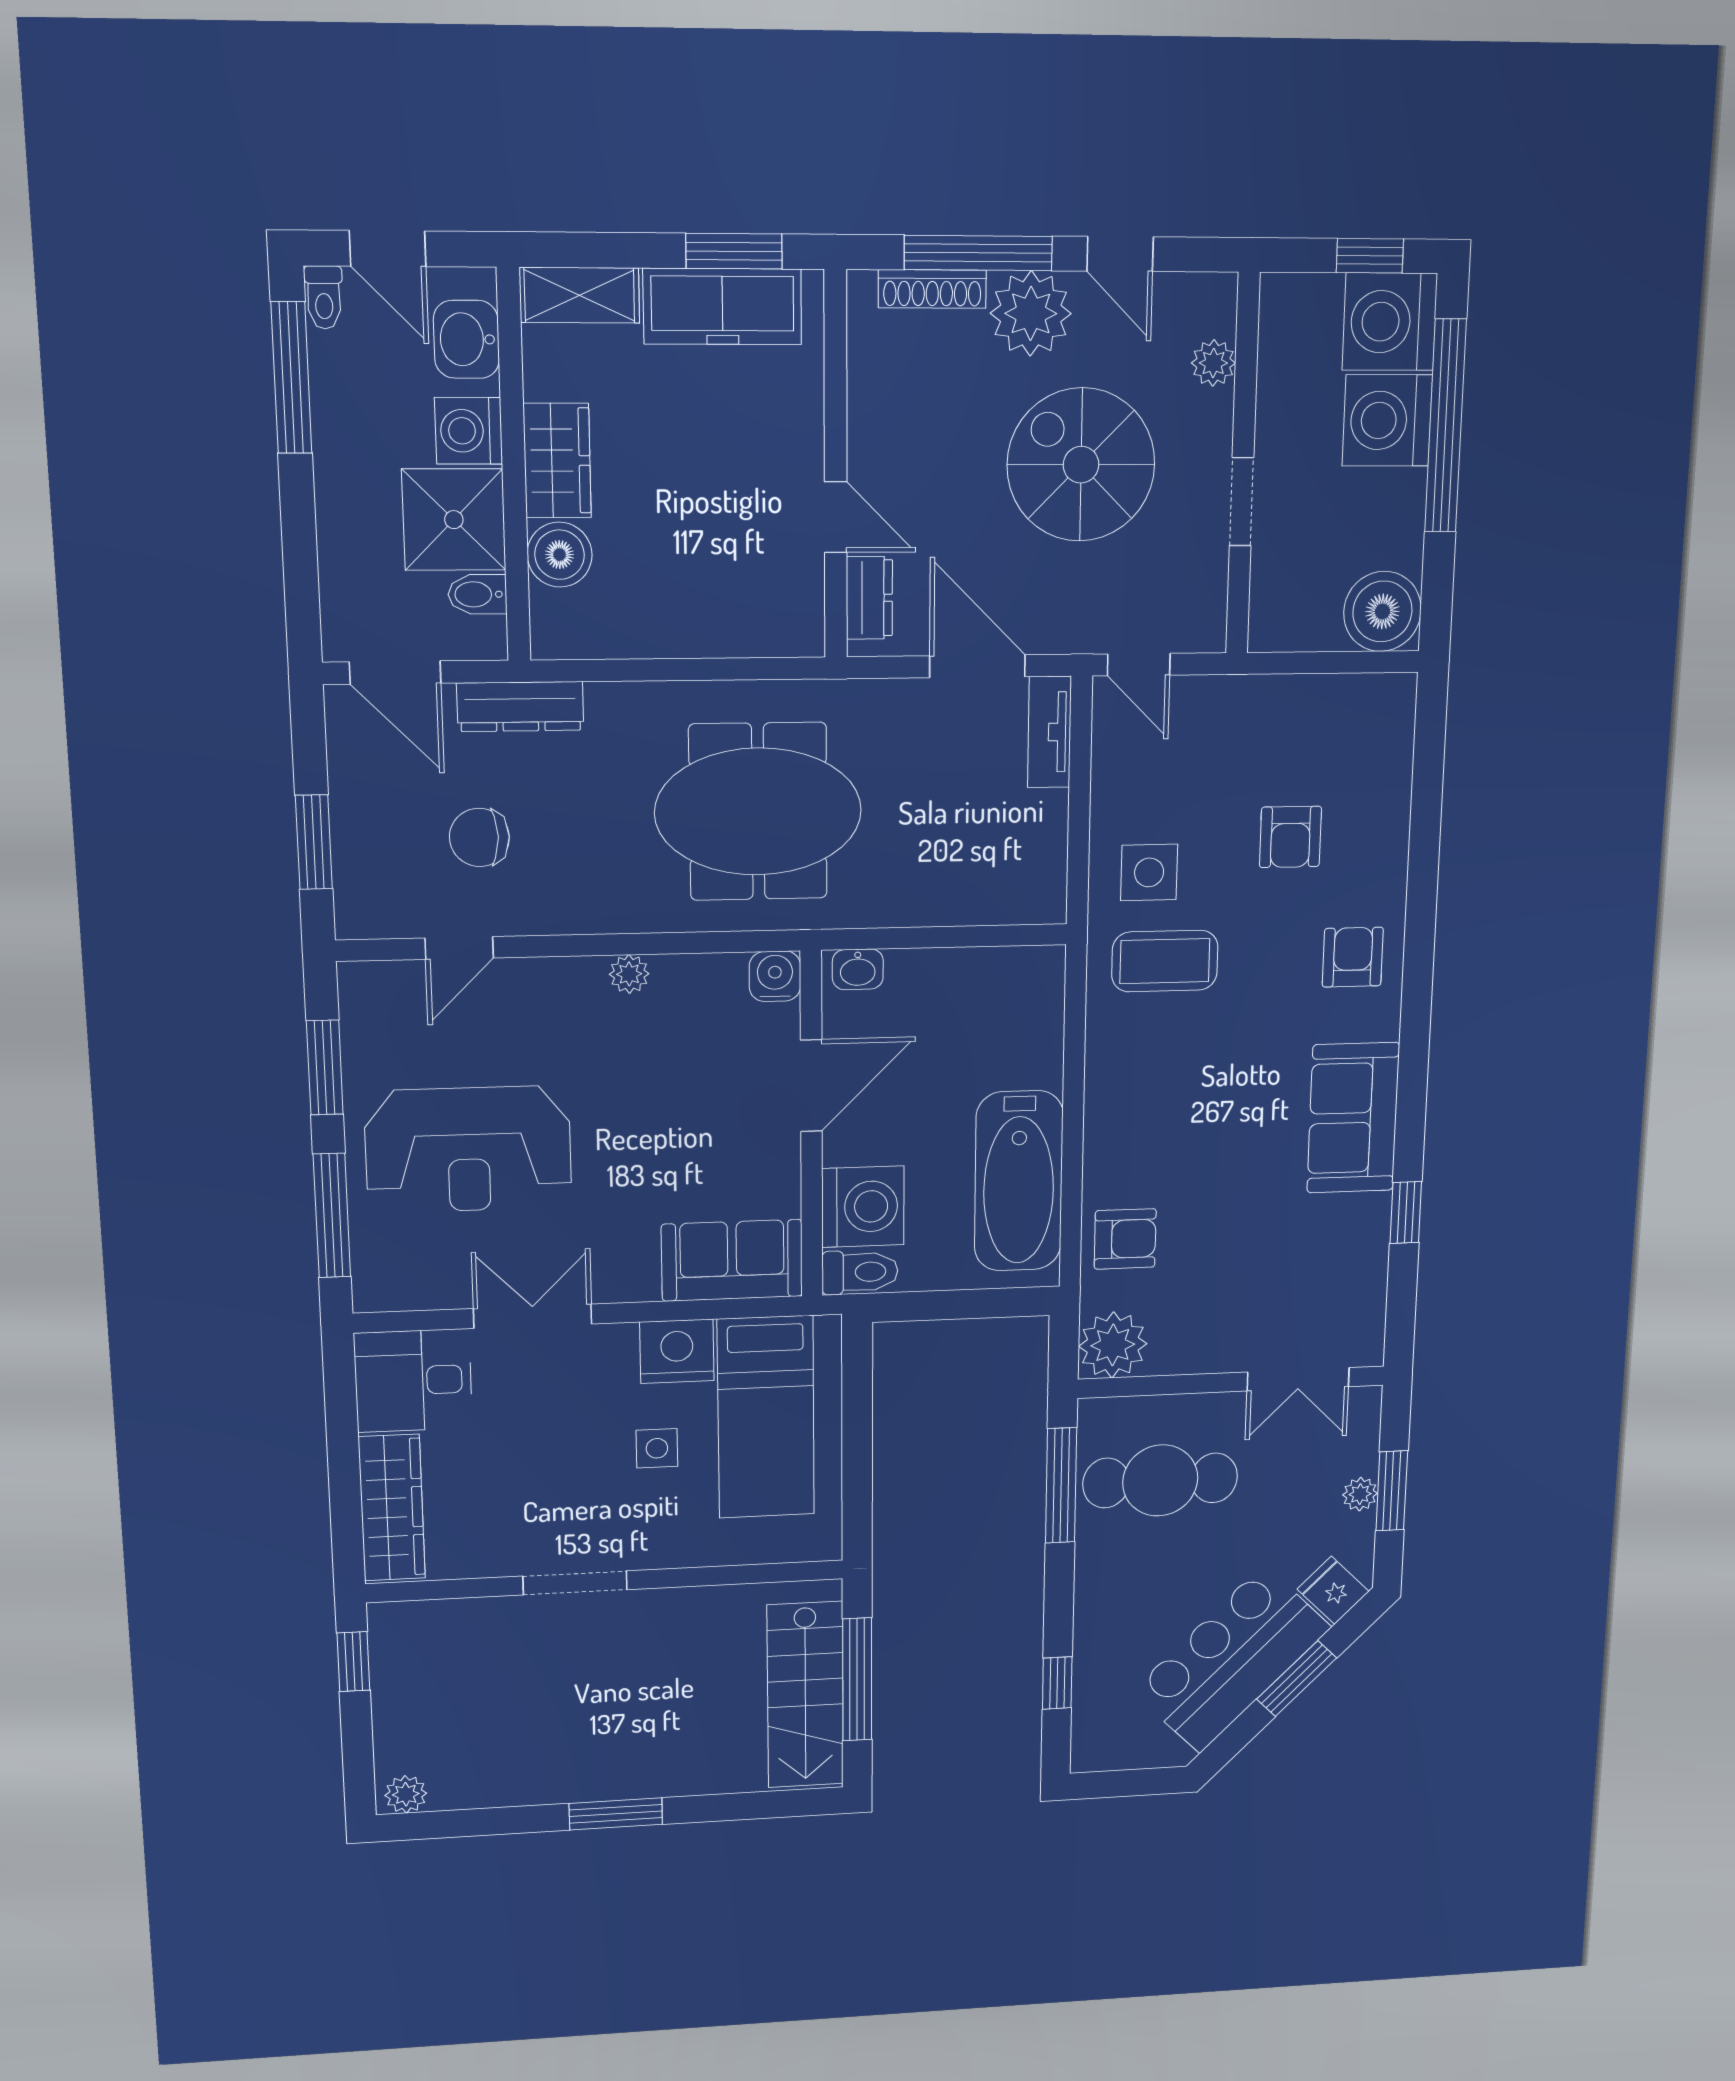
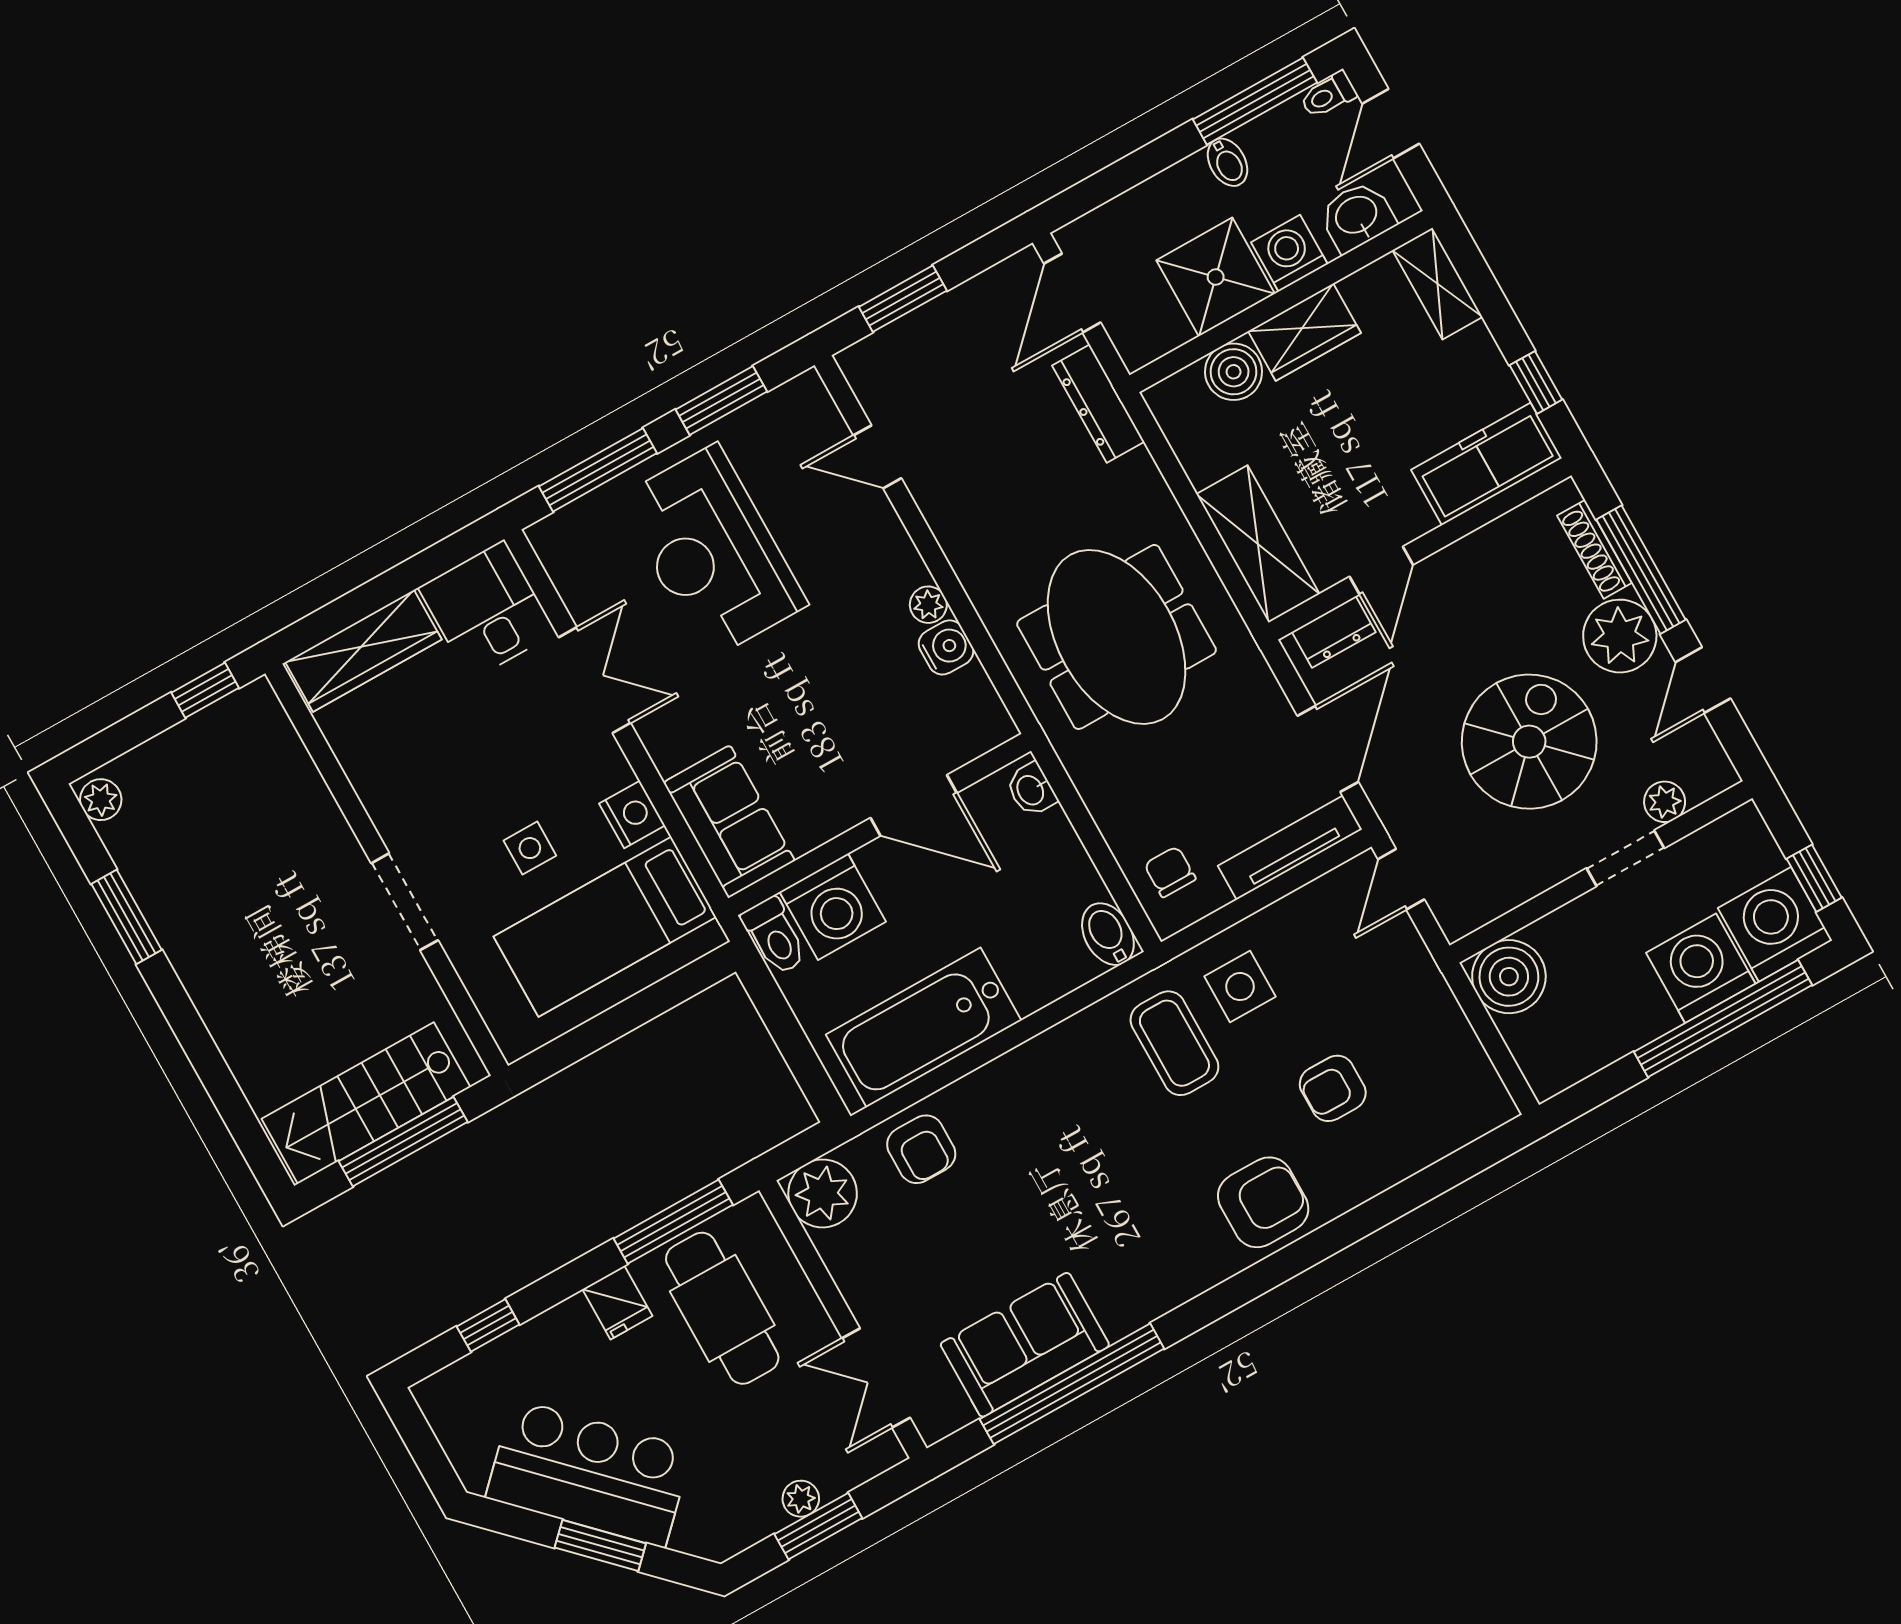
window: (734, 251) -> (1536, 382), width x0.67
freezer: (722, 306) -> (1486, 464), moved, turned 90
doorway: (1242, 502) -> (1625, 858), moved
bidet: (477, 594) -> (1227, 162), moved, turned 180
boiler: (1382, 611) -> (1509, 977), moved
shelving: (743, 625) -> (1258, 544), added
tv unit: (1049, 732) -> (1290, 848), width x1.41
chair: (479, 837) -> (1170, 872), moved, width x0.73, depth x0.73
armchair: (1353, 957) -> (1263, 1202), width x1.38, depth x1.38
bidet: (1031, 969) -> (1108, 934), added
water cooler: (775, 976) -> (946, 647), moved
sofa: (1353, 1118) -> (1025, 1345), moved
window: (1406, 1213) -> (1072, 1384), width x3.17
nightstand: (677, 1351) -> (632, 815), width x0.74, depth x0.75
doorway: (575, 1583) -> (405, 902), moved
fridge: (1333, 1590) -> (617, 1303), moved, turned 135
window: (616, 1814) -> (126, 917), moved

